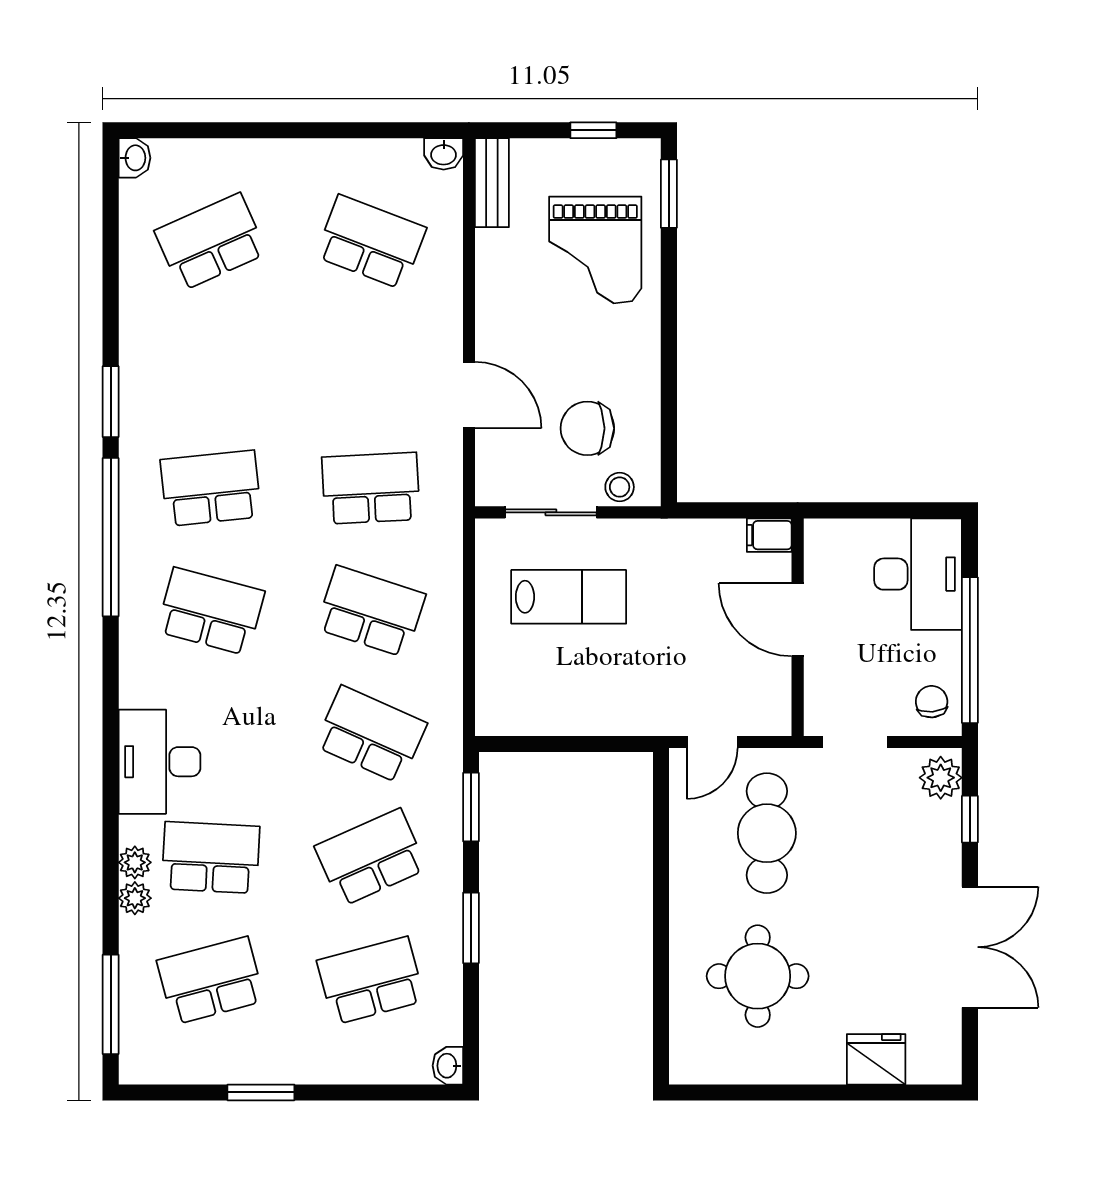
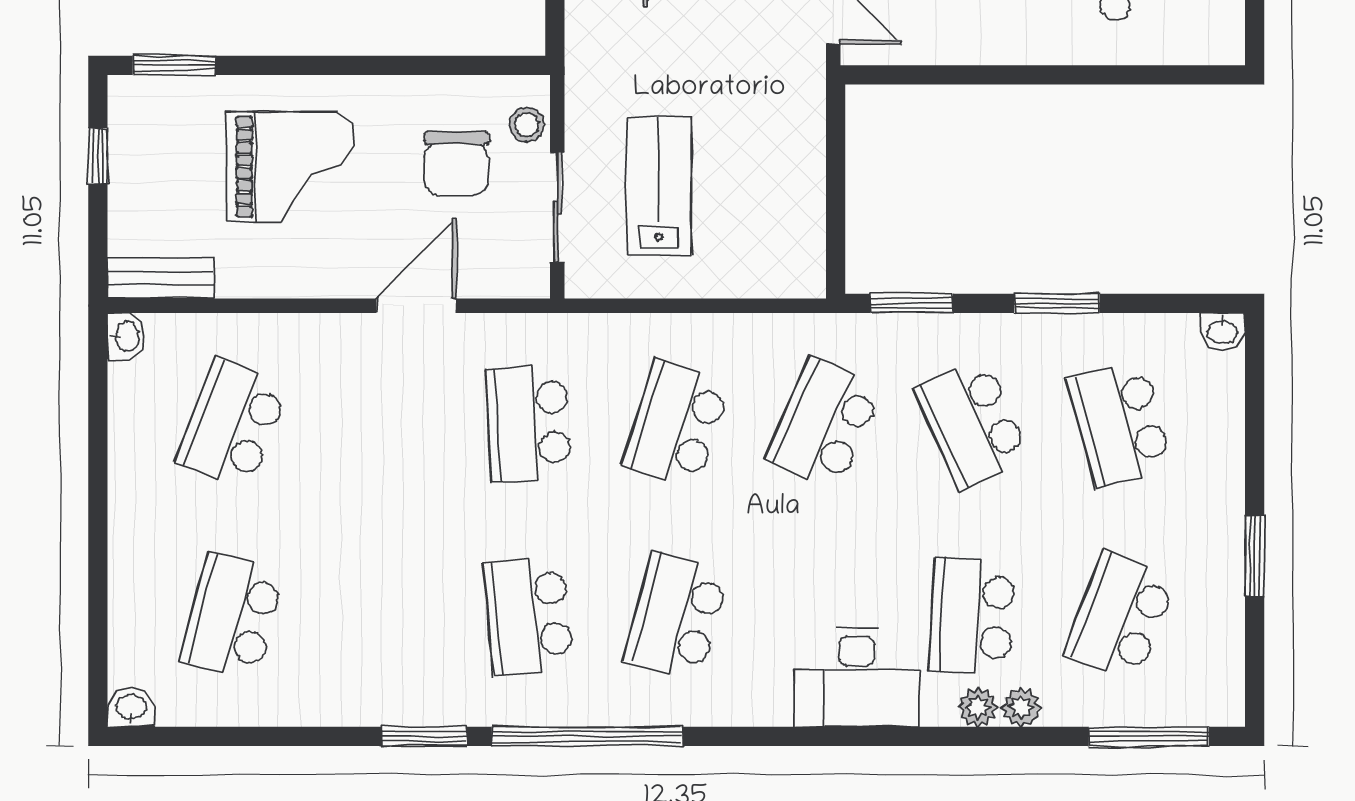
school desk: (211, 242) -> (232, 616), turned 39
grand piano: (595, 250) -> (291, 167), moved
school desk: (211, 981) -> (1120, 616), turned 36

